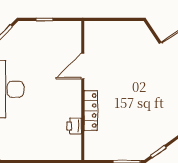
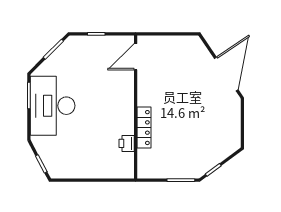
door: (83, 66) -> (136, 57), moved

